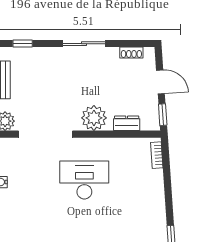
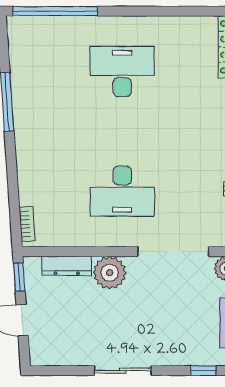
shoe rack: (131, 53) -> (60, 359), removed
dresser: (127, 123) -> (67, 266), width x1.44

